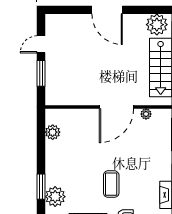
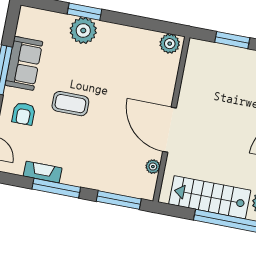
plant: (53, 132) -> (170, 44), moved
plant: (55, 197) -> (83, 31), moved

